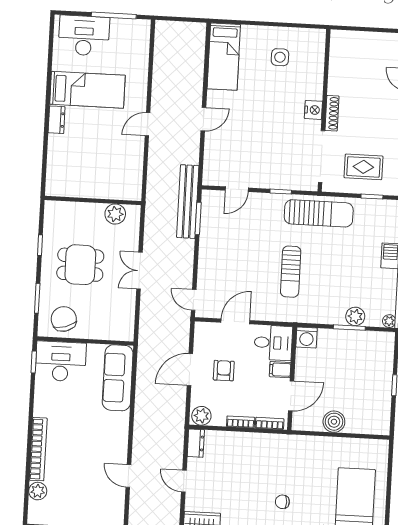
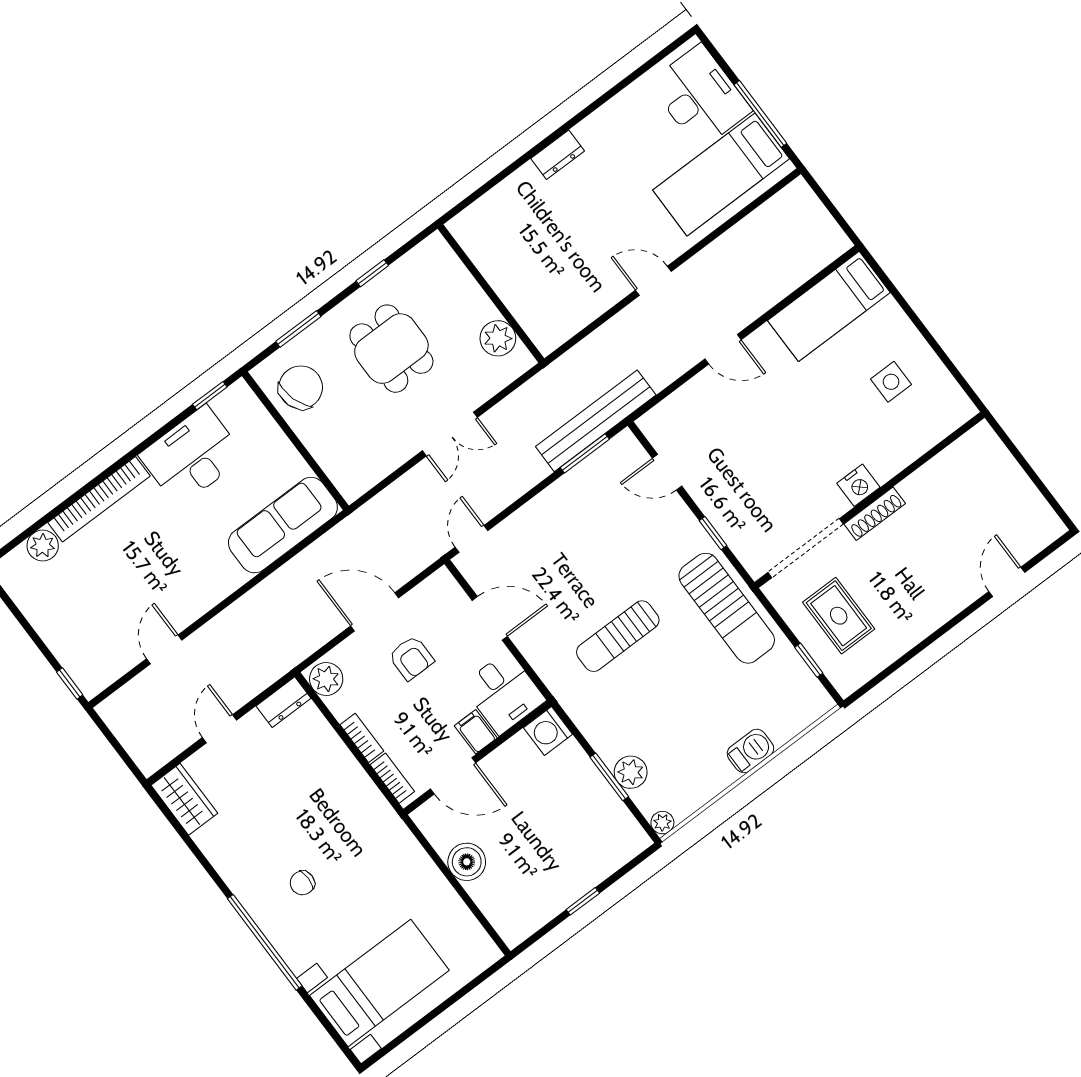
bed: (87, 90) -> (721, 174), moved, turned 90
double door: (140, 271) -> (450, 434), swing flipped
desk: (61, 361) -> (192, 456), moved, turned -90
armchair: (224, 371) -> (411, 658), turned 90
chair: (282, 502) -> (302, 883), turned -90

